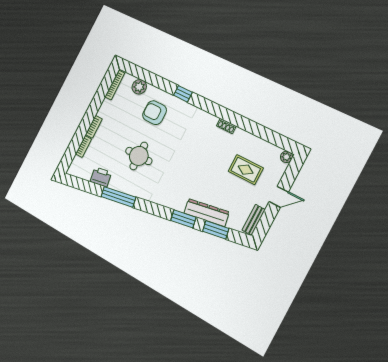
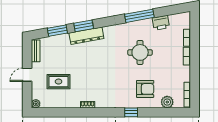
dresser: (206, 213) -> (86, 36), moved

